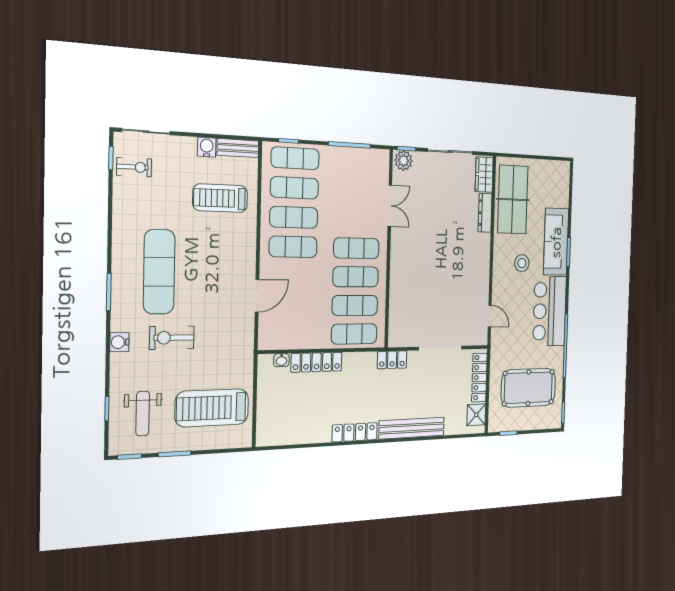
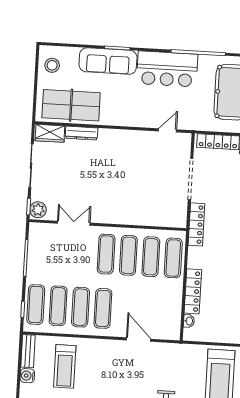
stool: (522, 263) -> (52, 65), moved
locker: (392, 360) -> (196, 224), width x1.53

